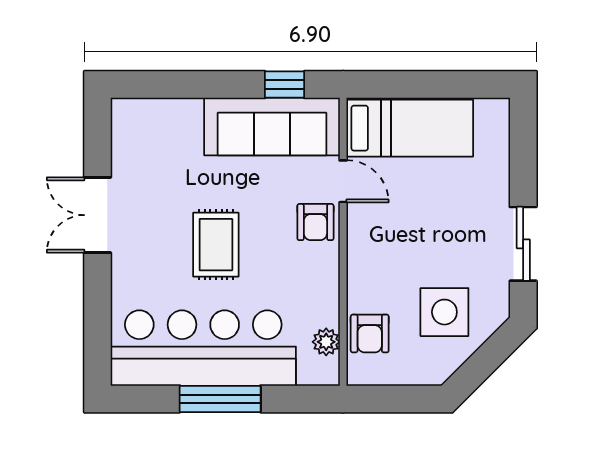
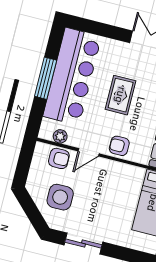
door: (343, 181) -> (89, 152), moved
rug: (216, 245) -> (121, 95), turned 90
armchair: (370, 333) -> (59, 158), turned 180

